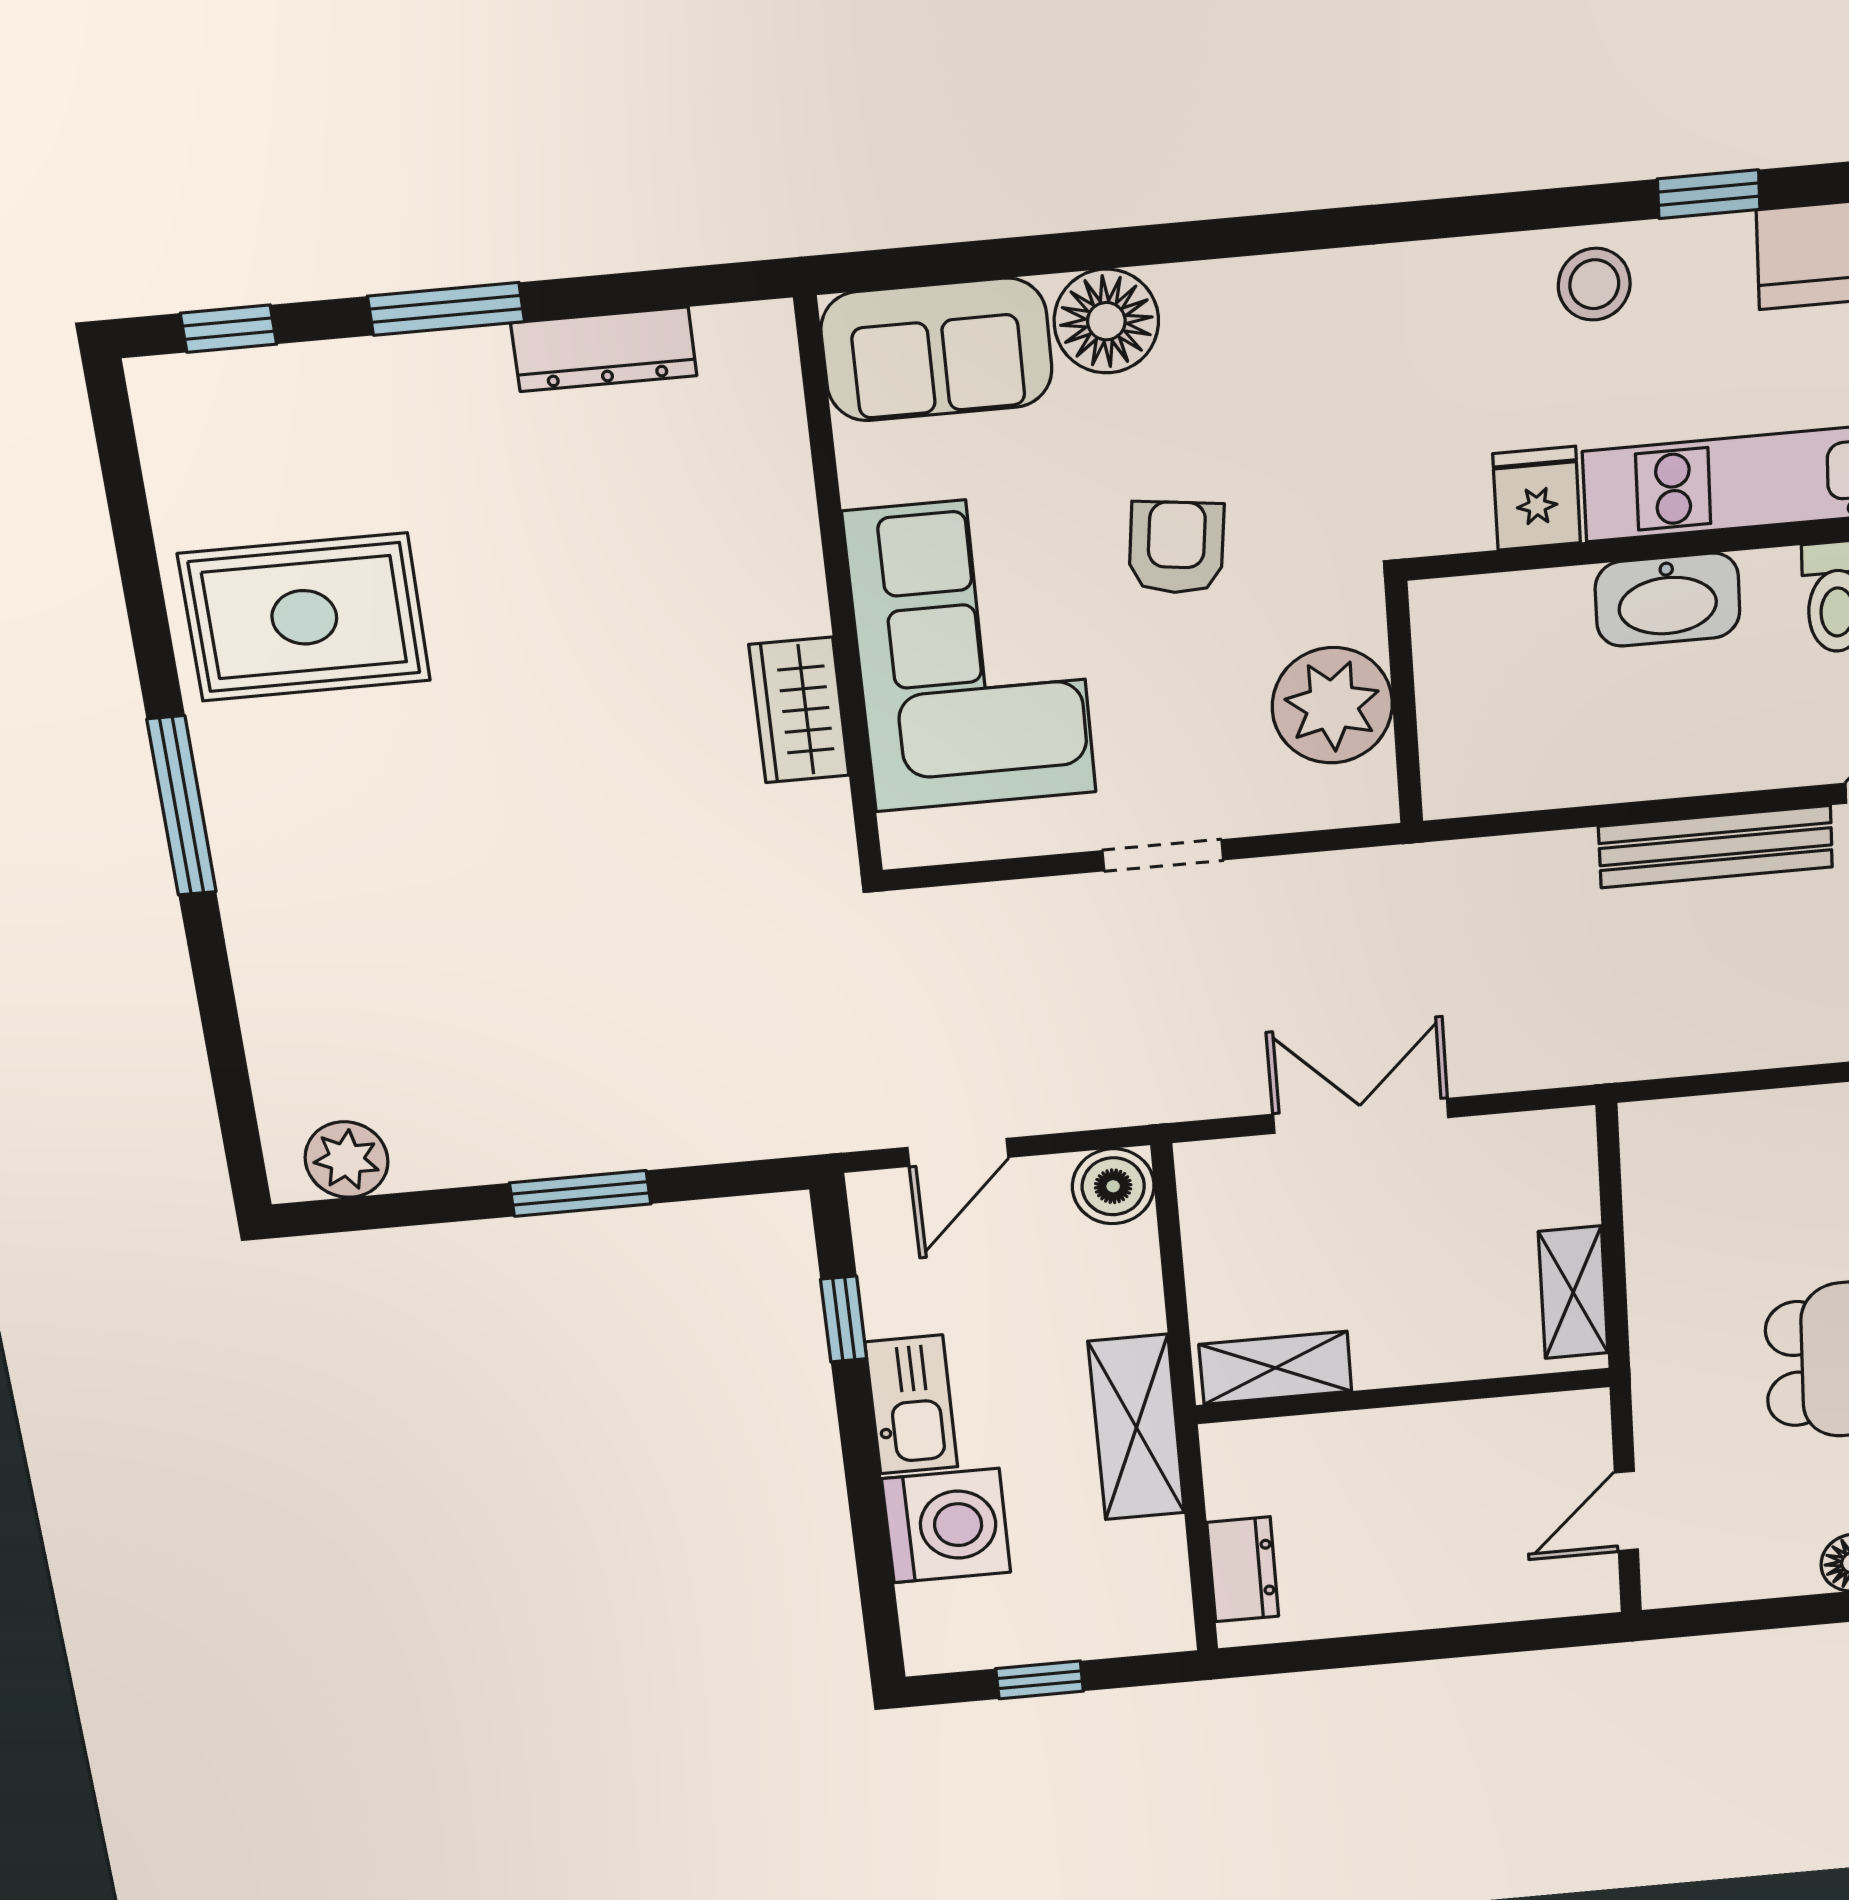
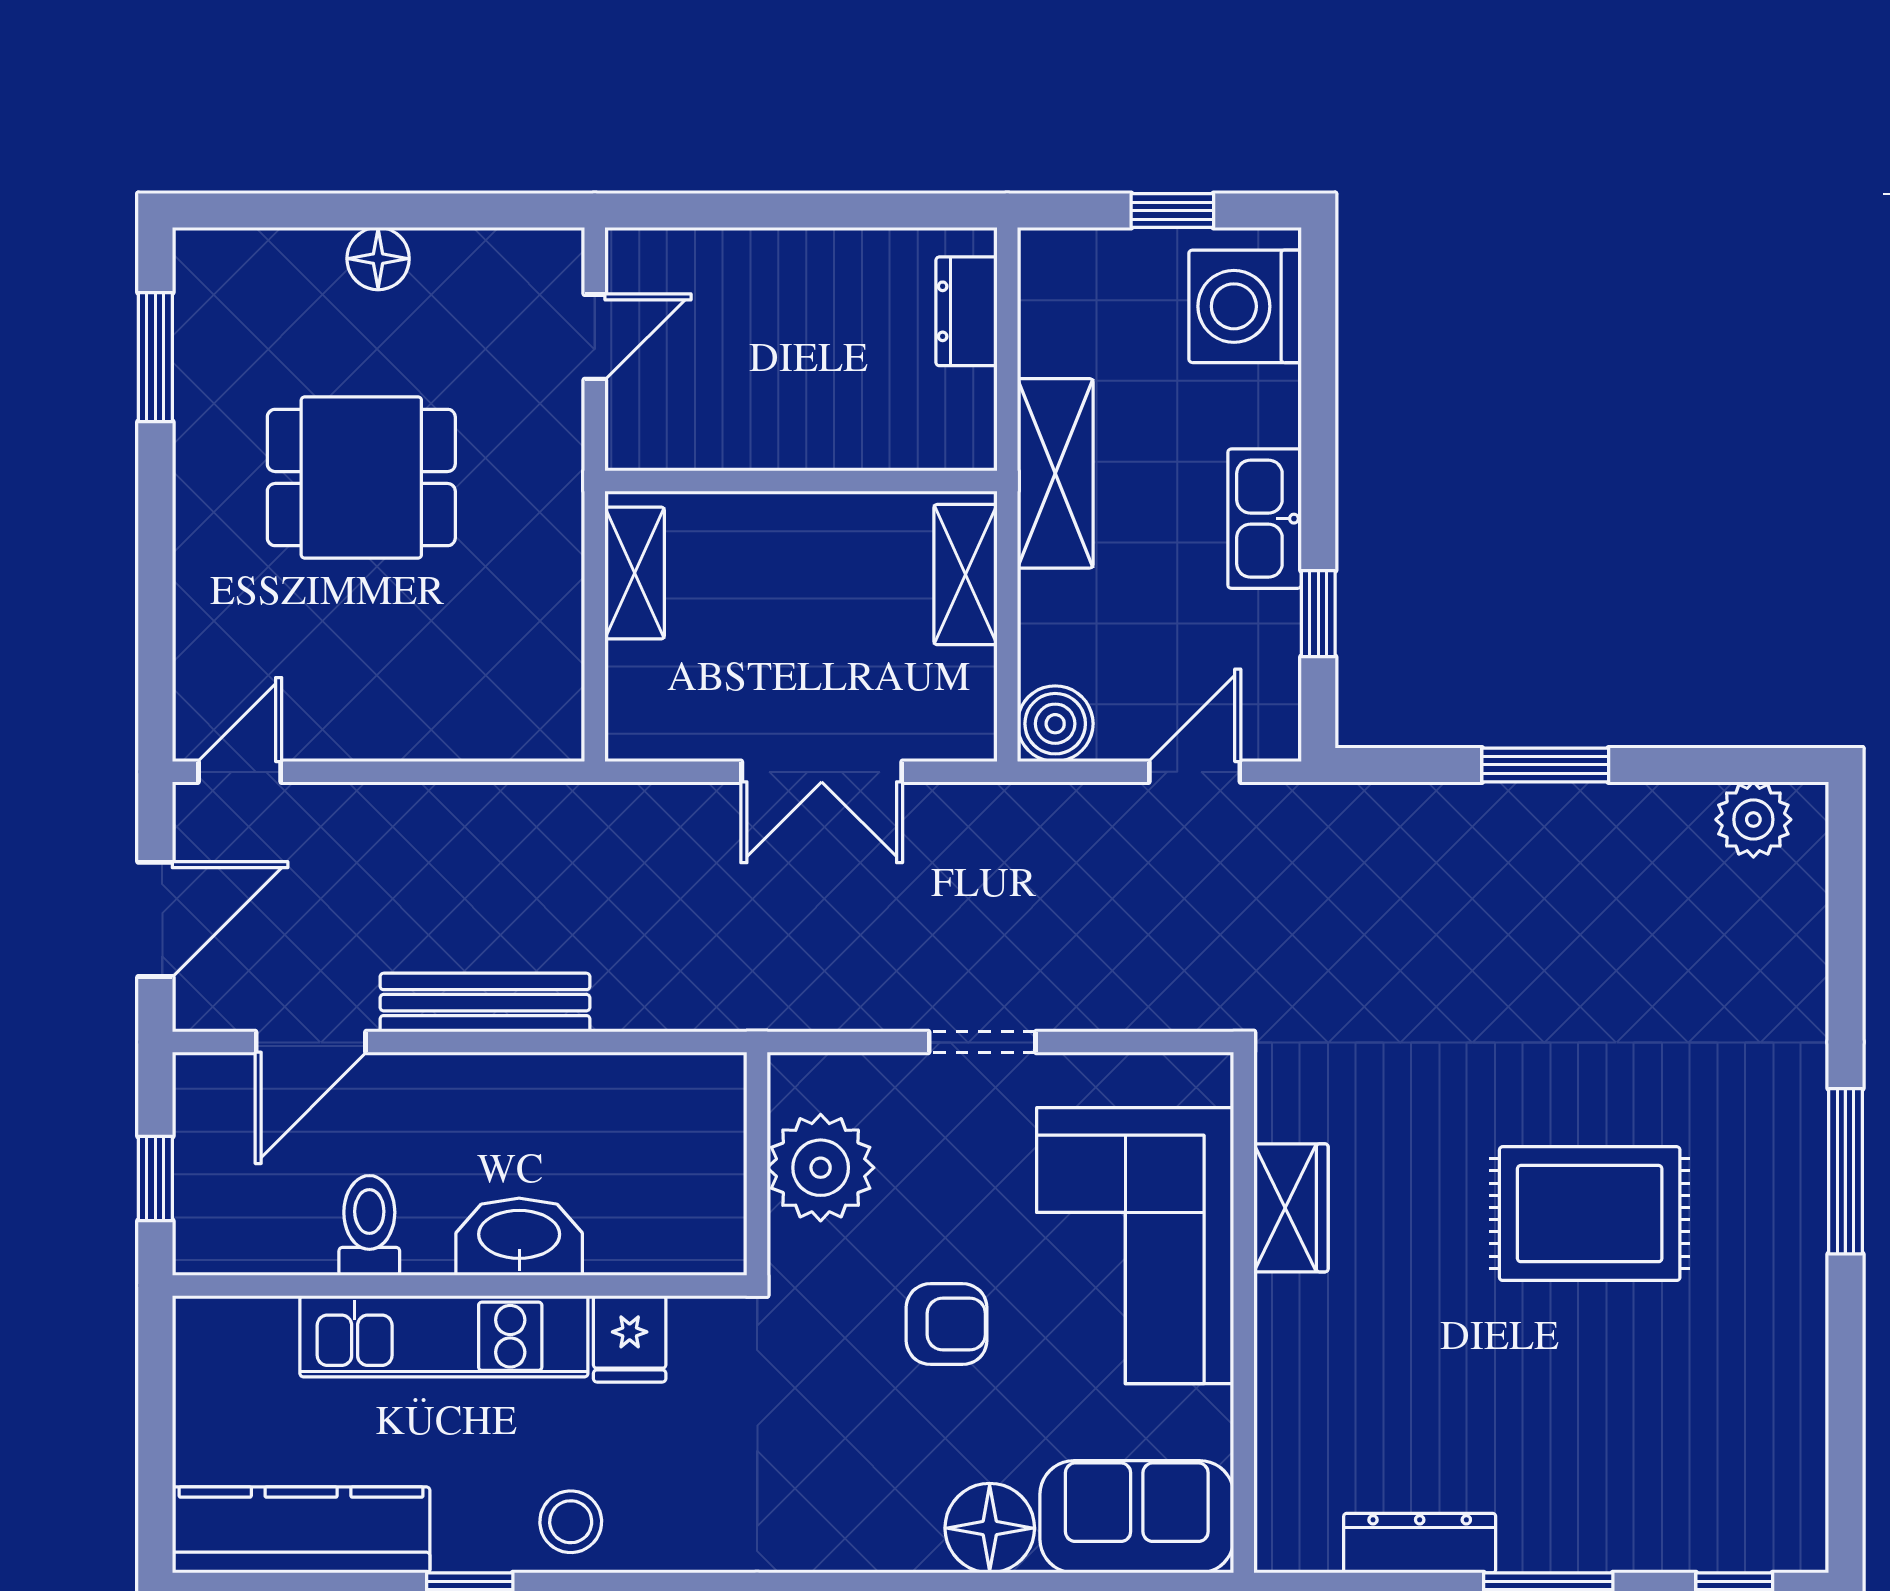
armchair: (1176, 548) -> (947, 1324), turned -97
rug: (304, 617) -> (1590, 1214), moved
shelving: (1275, 1368) -> (966, 575), moved, turned 90
washing machine: (946, 1526) -> (1245, 306), moved

